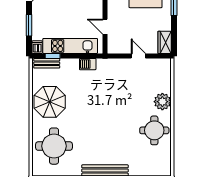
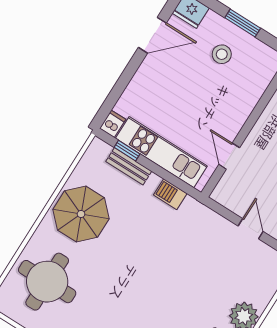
window: (29, 25) -> (121, 85), removed
bench: (47, 63) -> (129, 166), moved

